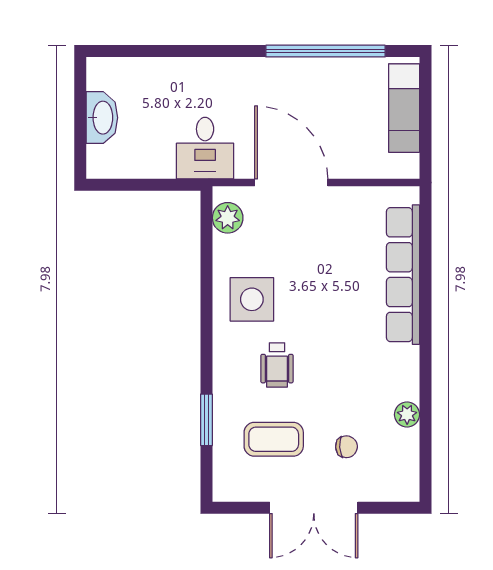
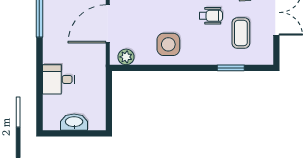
desk: (205, 148) -> (59, 79), moved, turned 180
wheelchair: (277, 365) -> (211, 16), moved

